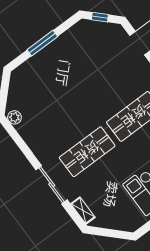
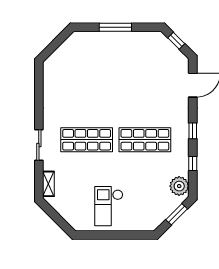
plant: (14, 117) -> (49, 70), removed
sliding door: (52, 185) -> (39, 145), width x0.73

